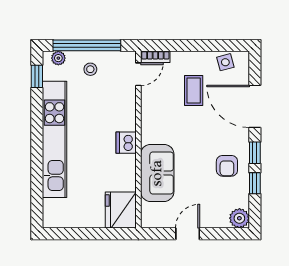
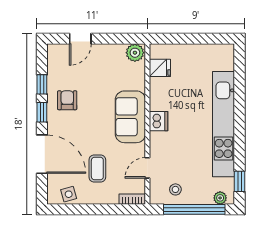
stool: (90, 69) -> (175, 189), moved
door: (138, 74) -> (147, 168), moved
sofa: (157, 173) -> (130, 117), moved
fridge: (121, 210) -> (160, 68), width x0.53, depth x0.75
plant: (239, 218) -> (135, 53), moved
door: (188, 234) -> (80, 39), moved

